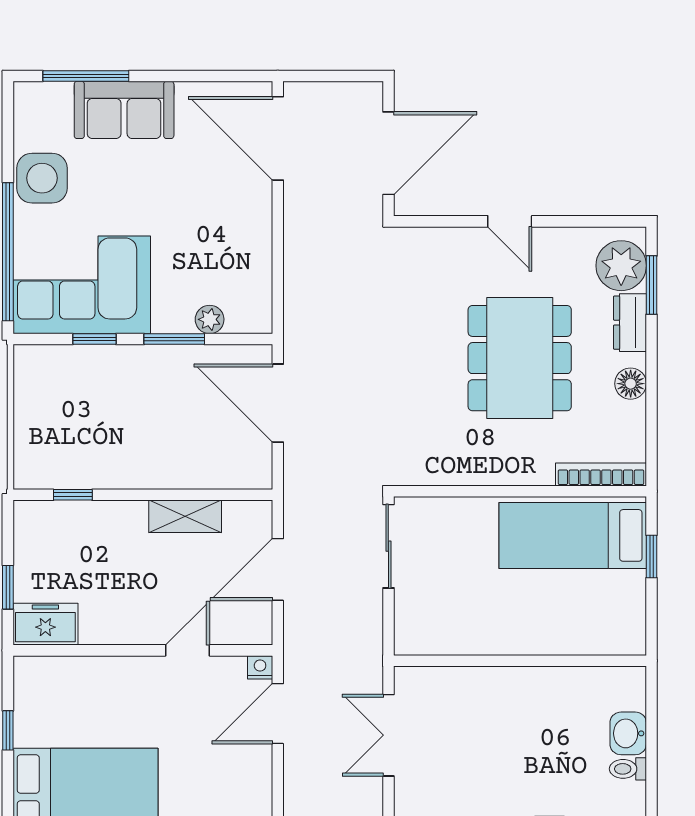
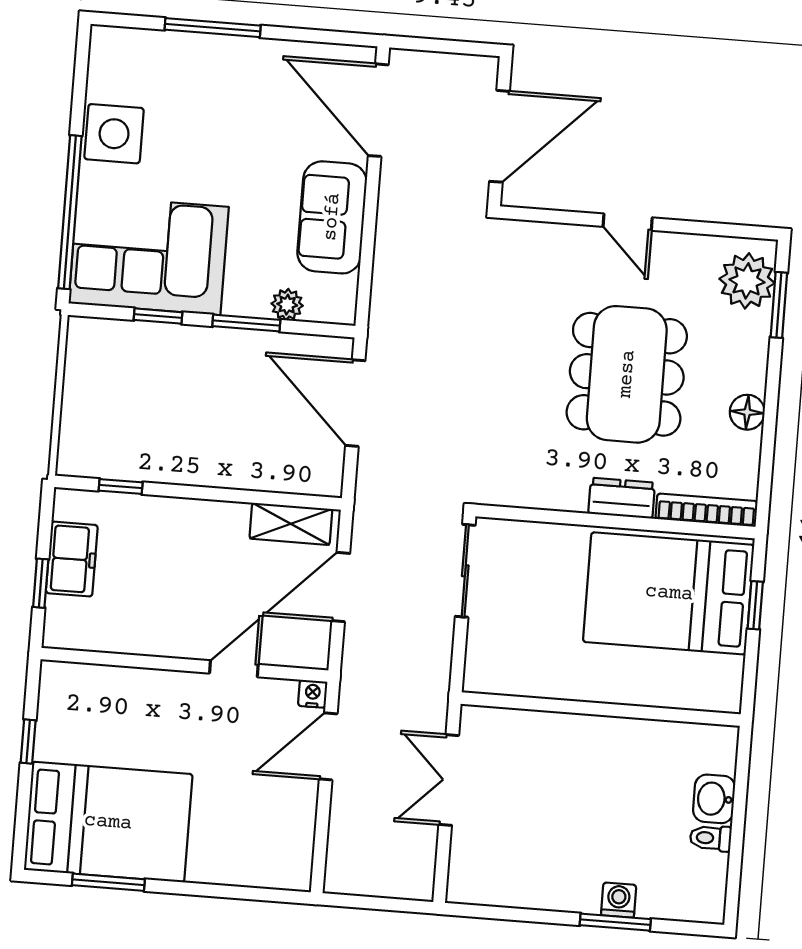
window: (86, 76) -> (213, 28), moved
sofa: (124, 110) -> (332, 217), moved, turned 90
dresser: (630, 323) -> (622, 498), moved, turned 90
shelving: (185, 516) -> (291, 524), moved
bed: (573, 535) -> (669, 593), width x1.50
freezer: (45, 624) -> (72, 559), moved, turned 90

